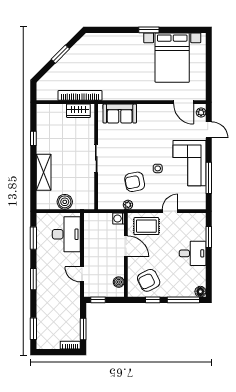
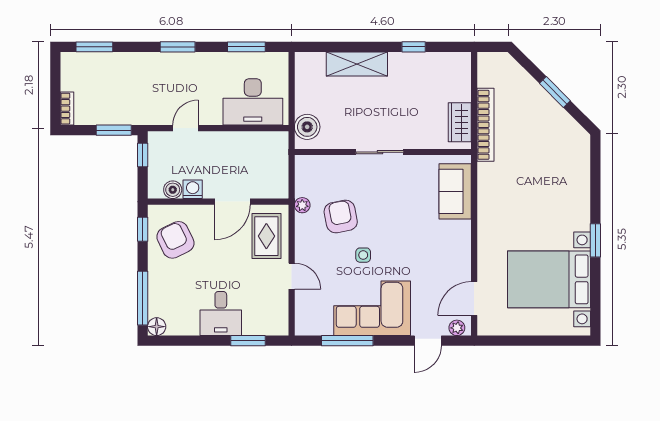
boiler: (65, 202) -> (307, 127), moved
washing machine: (118, 219) -> (193, 189), moved
window: (153, 300) -> (143, 229), moved
window: (83, 329) -> (114, 130), moved

